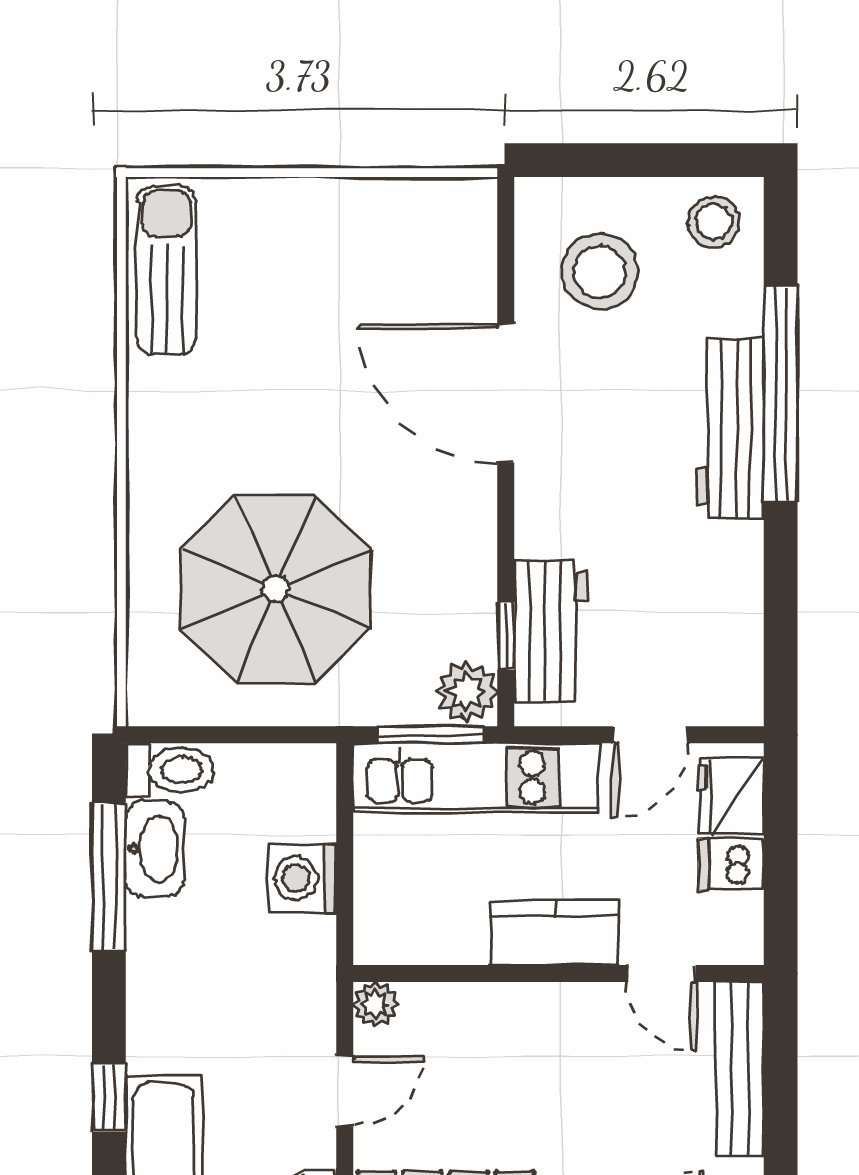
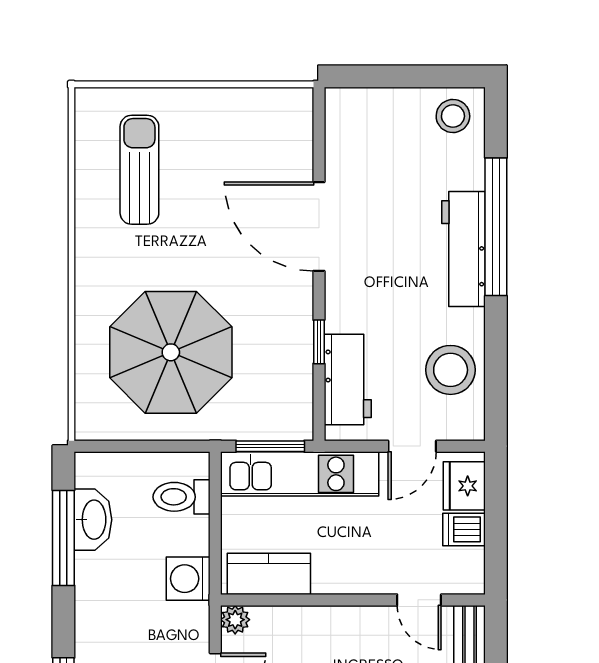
sun lounger: (167, 270) -> (139, 170), moved
stool: (600, 271) -> (451, 370), moved
window: (506, 636) -> (319, 342), moved
plant: (467, 692) -> (294, 419), removed
toilet: (170, 770) -> (182, 497), moved, turned 180
washing machine: (303, 878) -> (188, 579), moved
kitchen counter: (554, 933) -> (269, 574), moved

